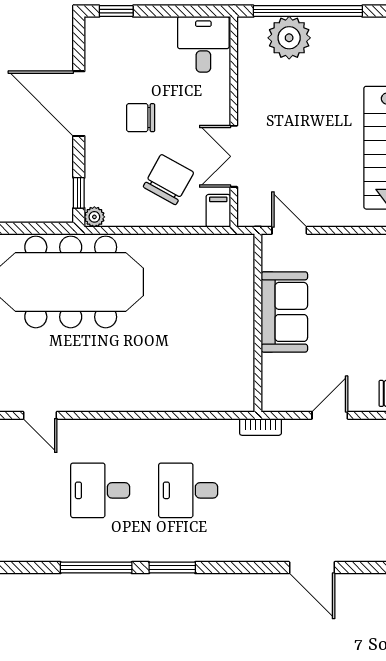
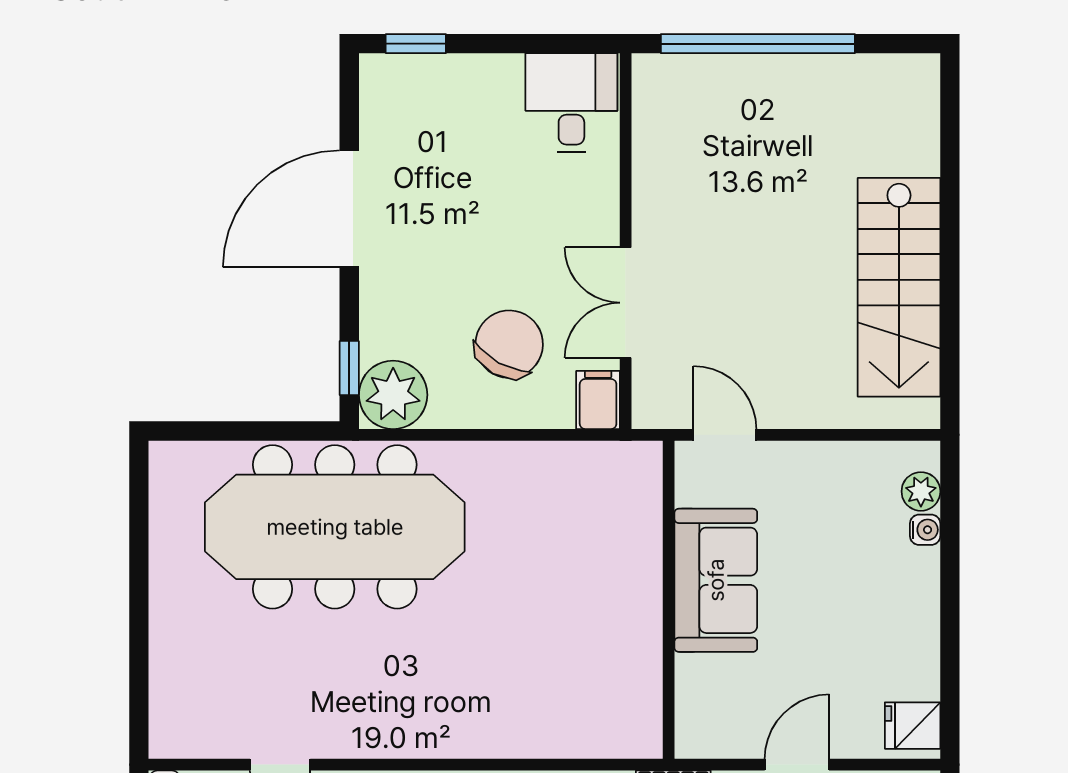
plant: (289, 38) -> (724, 91), removed
door: (79, 104) -> (349, 209), hinge flipped
chair: (141, 118) -> (460, 234), removed
plant: (94, 217) -> (393, 395), width x1.88, depth x1.88

